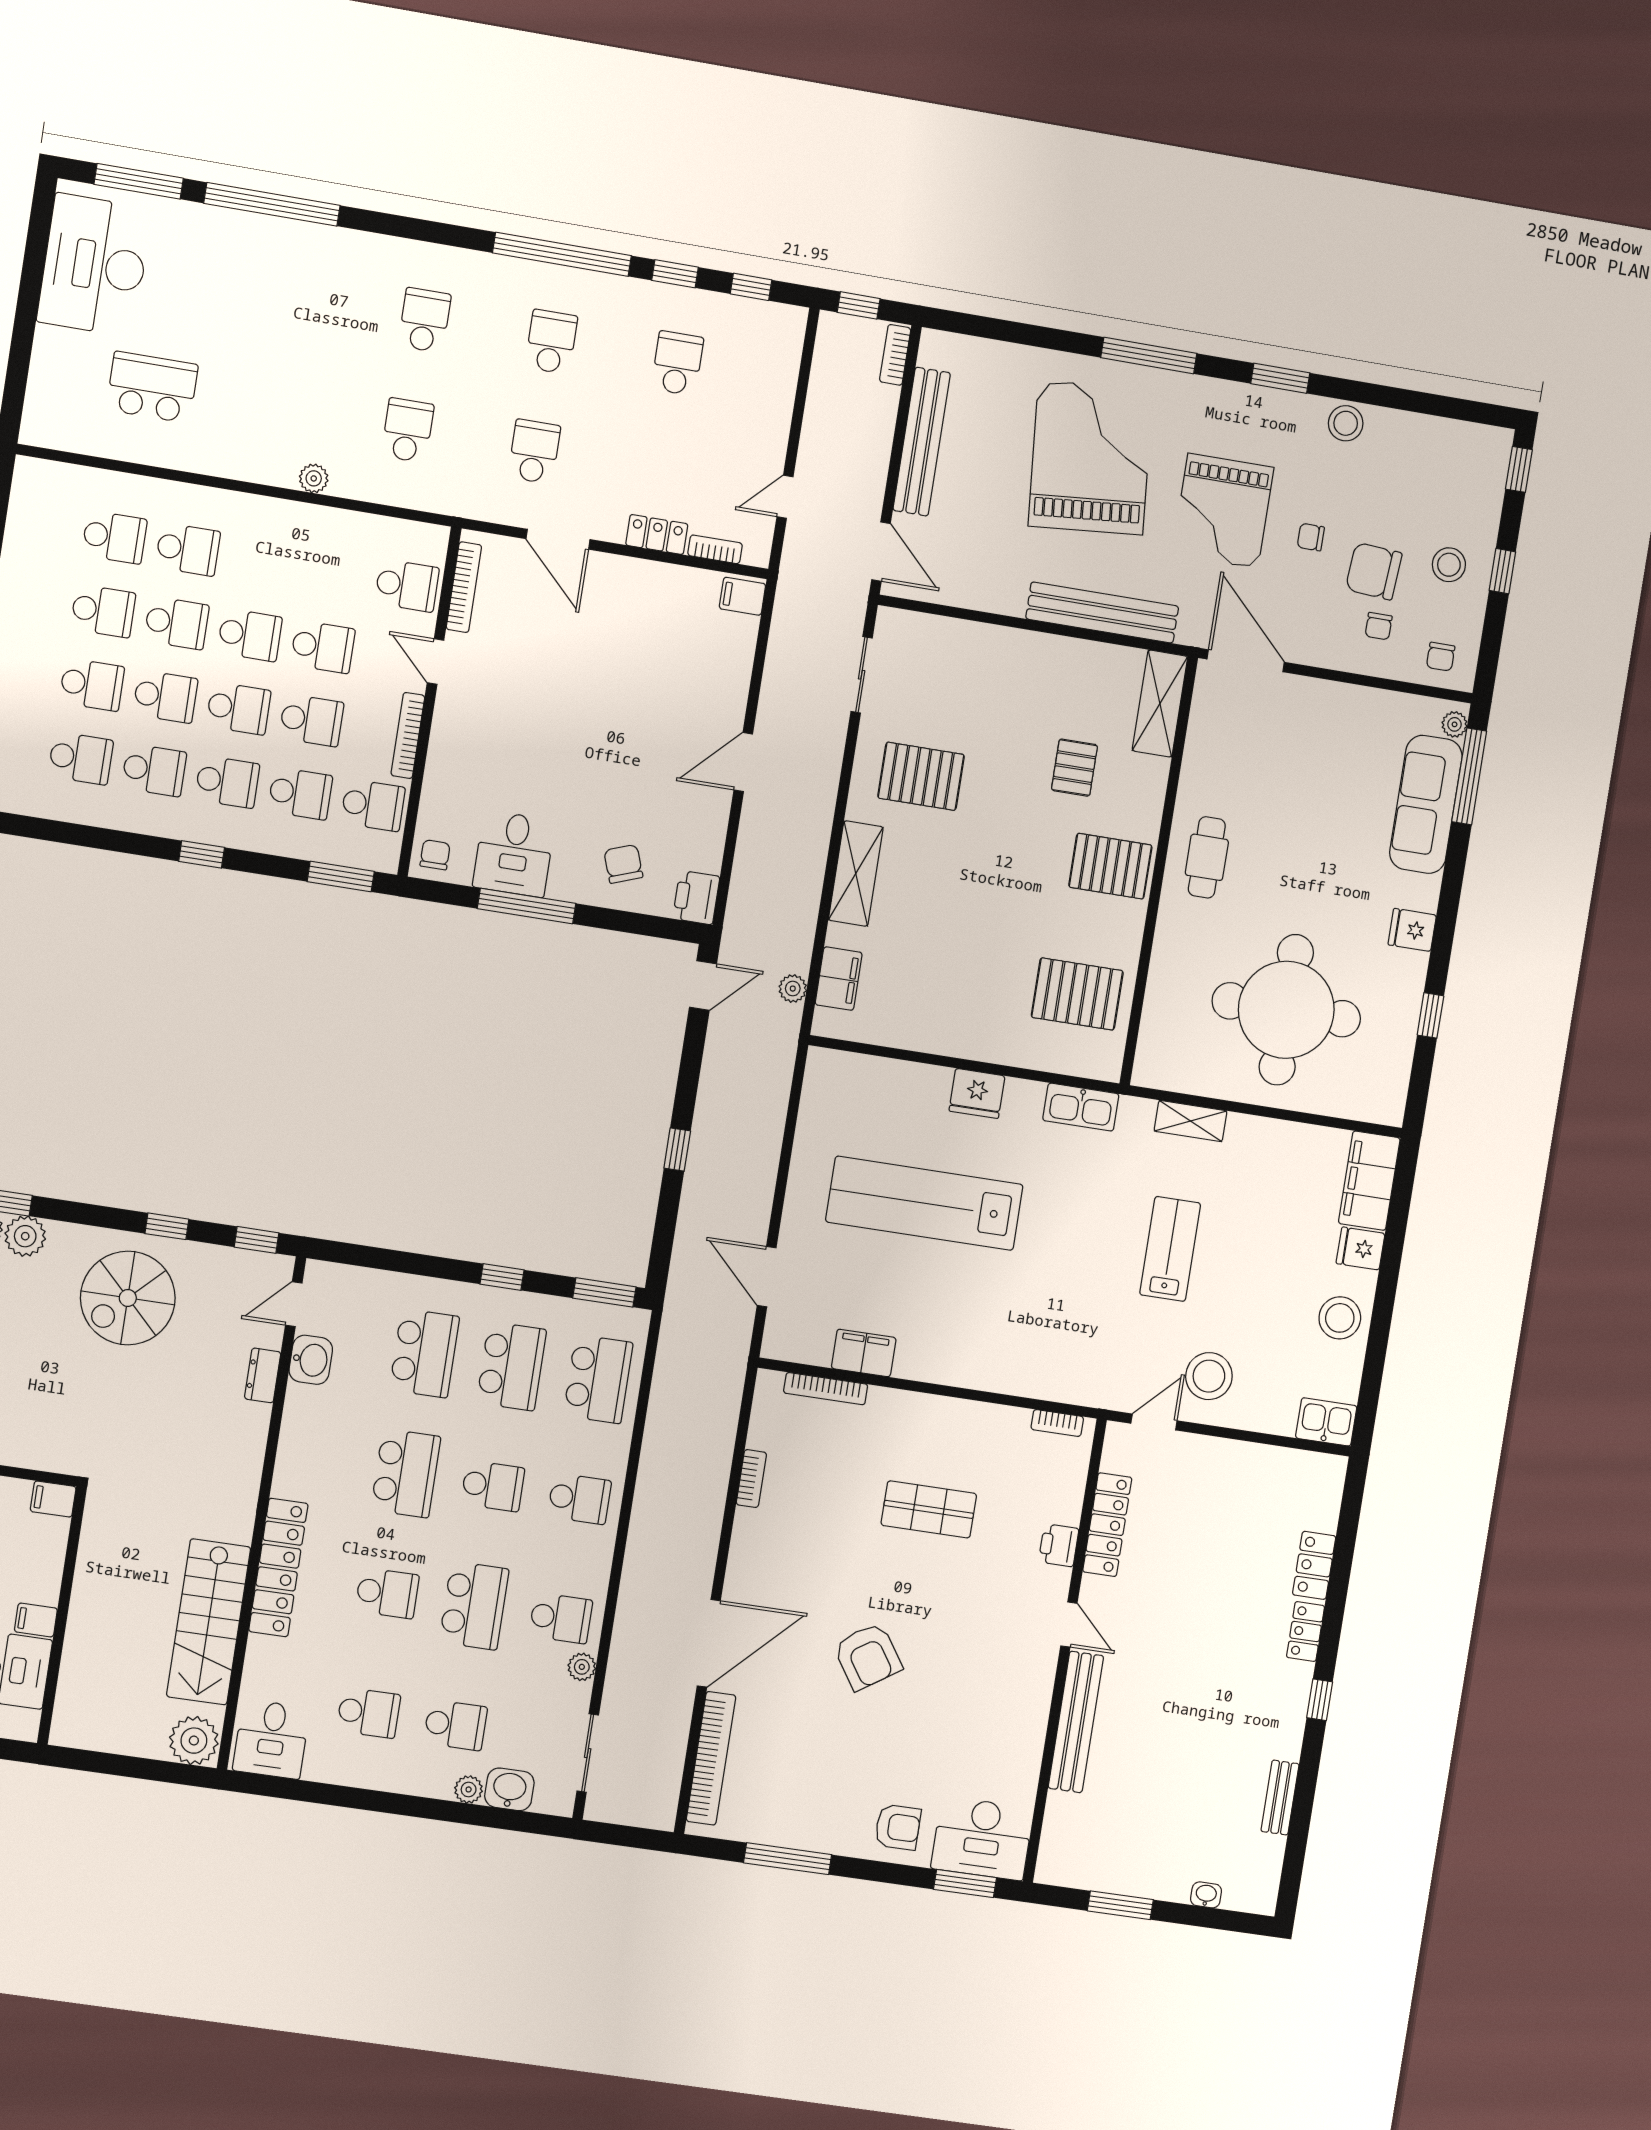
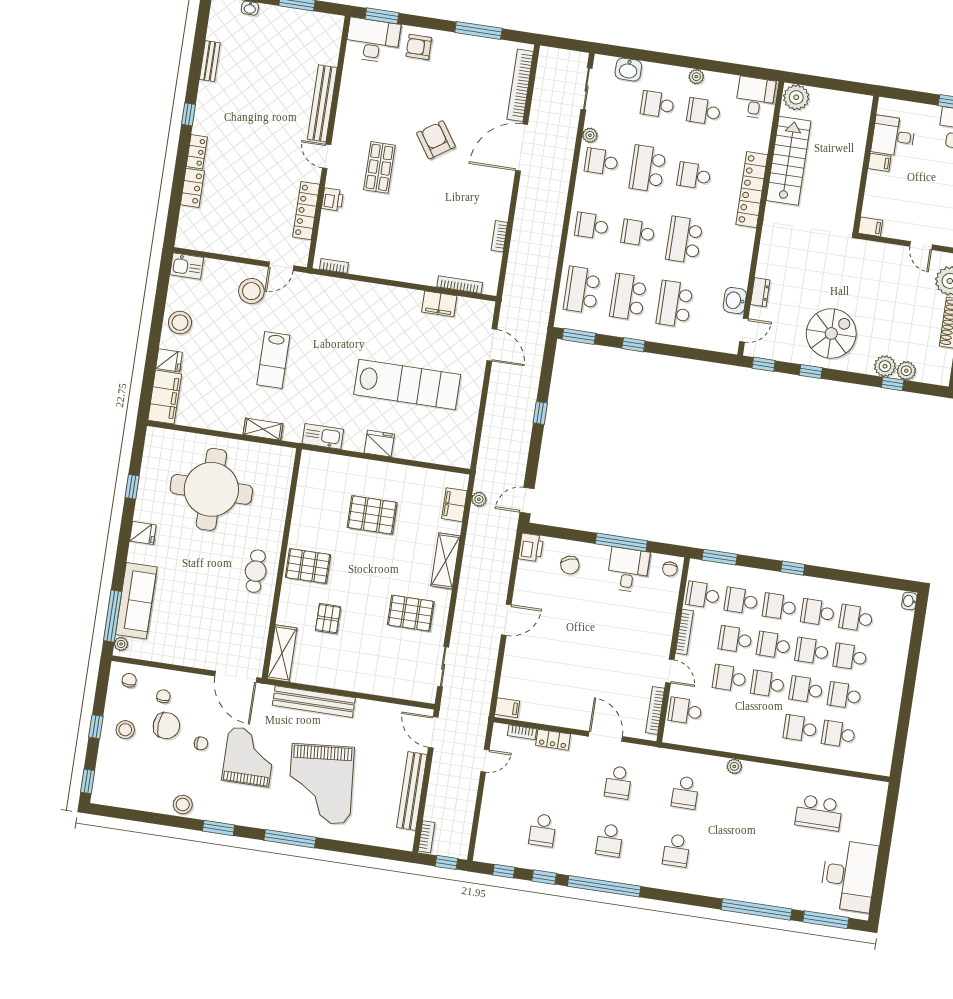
pallet: (1077, 994) -> (372, 515), moved
shop shelf: (929, 1509) -> (379, 167), moved, turned 90
plant: (469, 1789) -> (696, 77), moved

